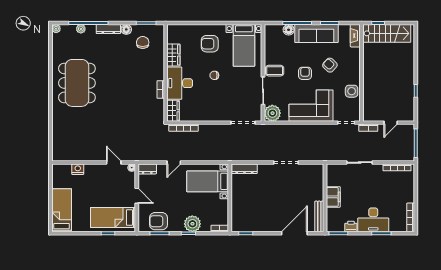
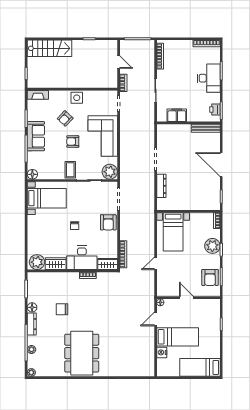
floor lamp: (289, 30) -> (32, 174), moved
stairs: (387, 33) -> (49, 48), moved, turned 90
sofa: (316, 34) -> (36, 136), width x0.73
plant: (175, 35) -> (37, 262), added
chair: (143, 42) -> (62, 309), moved
armchair: (210, 44) -> (108, 222), moved
dining table: (77, 83) -> (82, 353), turned 90
side table: (352, 91) -> (77, 98), moved
door: (174, 162) -> (156, 263), swing flipped
dresser: (147, 169) -> (161, 288), removed
dresser: (244, 169) -> (161, 186), moved
door: (137, 196) -> (186, 298), hinge flipped
filing cabinet: (333, 197) -> (177, 115), moved
bed: (113, 217) -> (178, 337), moved, turned -90
printer: (351, 227) -> (215, 110), moved
door: (294, 233) -> (221, 165), moved

